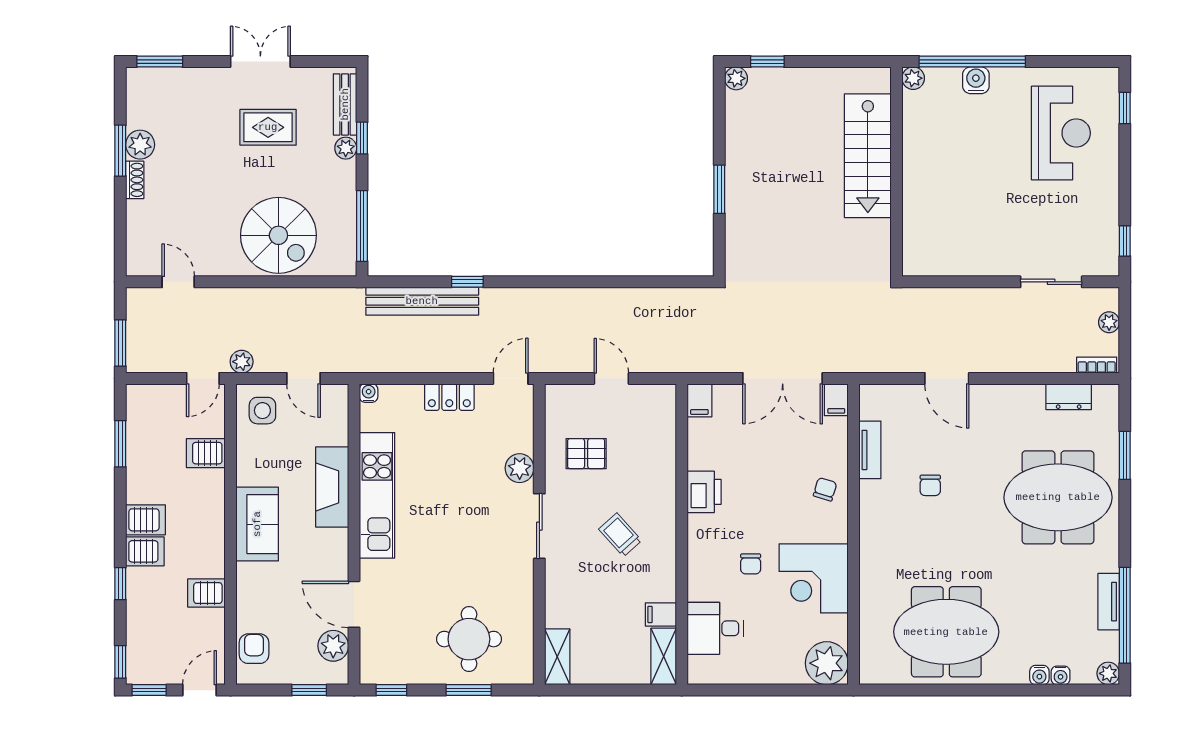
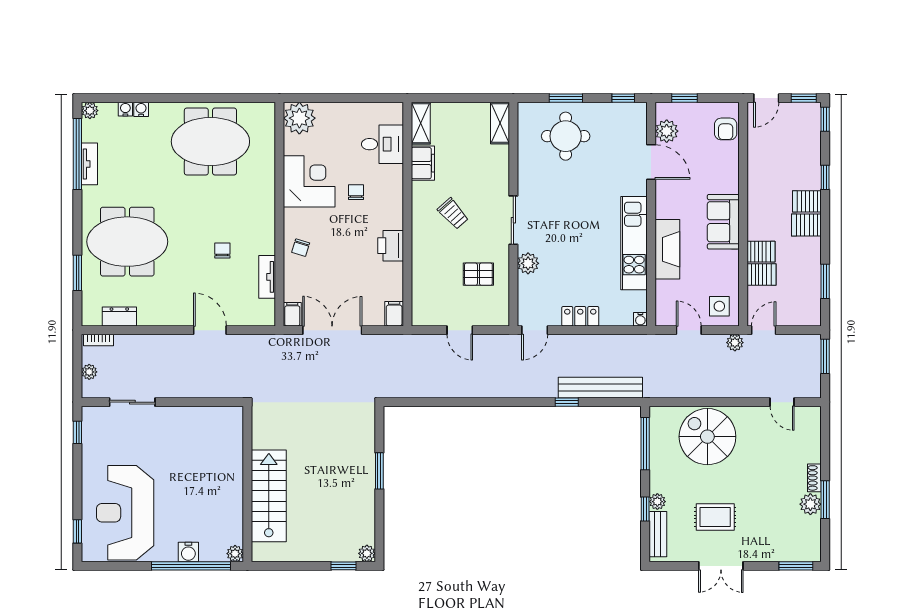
reception desk: (1061, 133) -> (125, 513), width x1.36, depth x1.30
server rack: (206, 593) -> (761, 252), moved
filing cabinet: (661, 614) -> (423, 163), width x2.00

